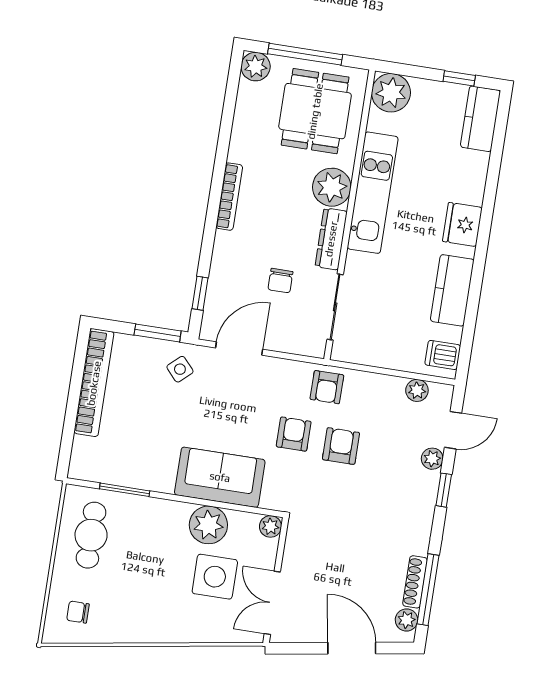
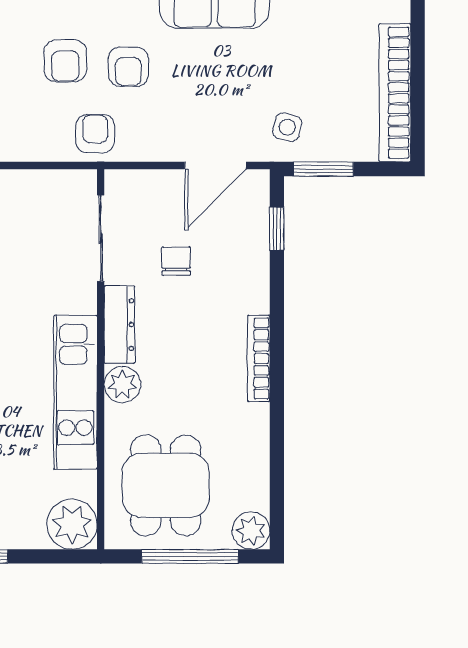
plant: (332, 187) -> (122, 385), width x0.73, depth x0.73
side table: (180, 369) -> (287, 127), turned -34

